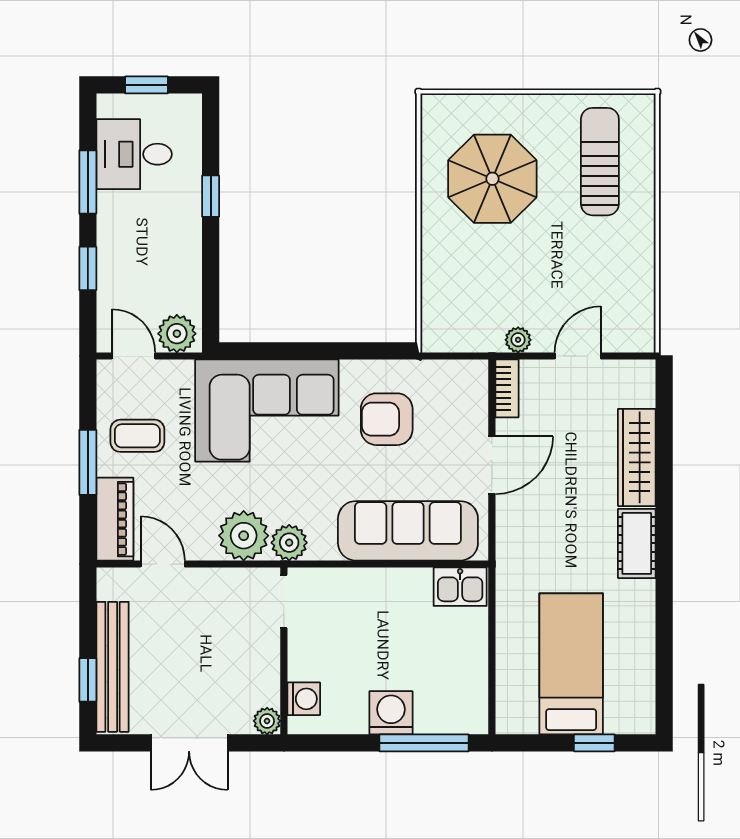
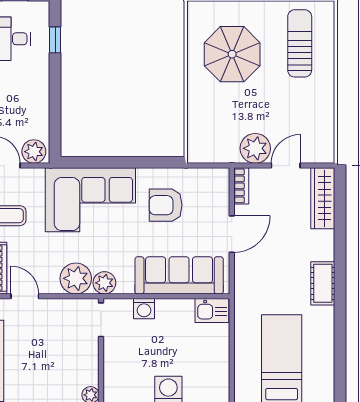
window: (211, 196) -> (55, 40), moved
plant: (518, 340) -> (255, 148), width x1.88, depth x1.88
wardrobe: (637, 457) -> (323, 198), moved
washing machine: (304, 699) -> (144, 309), moved, turned 90

